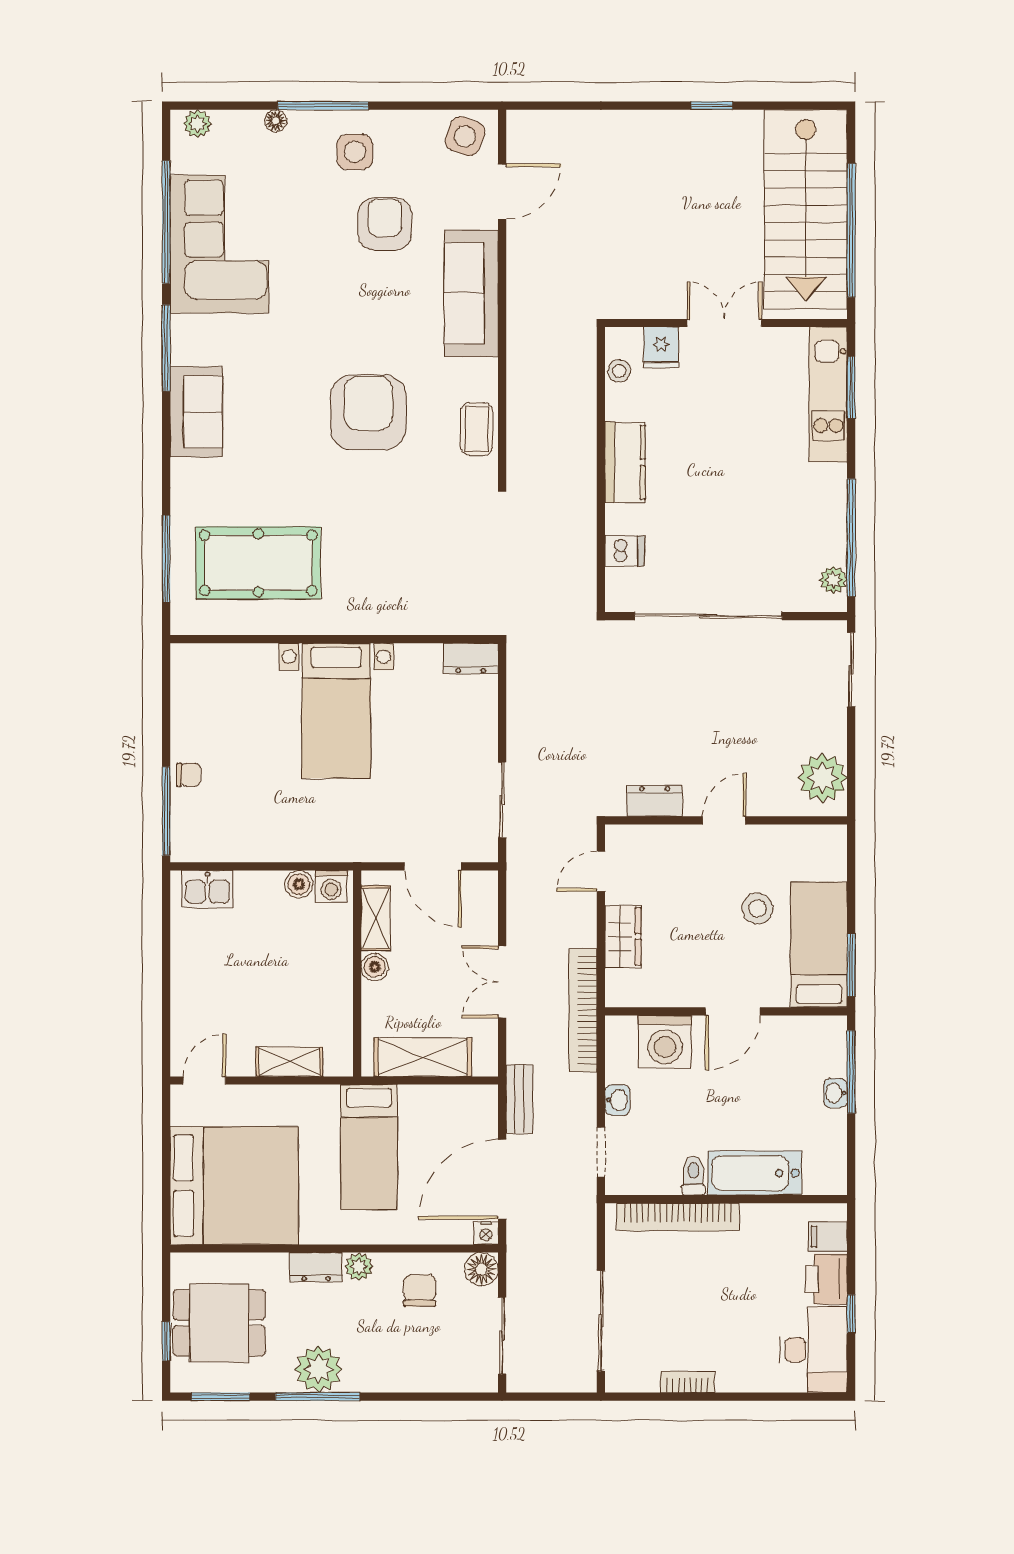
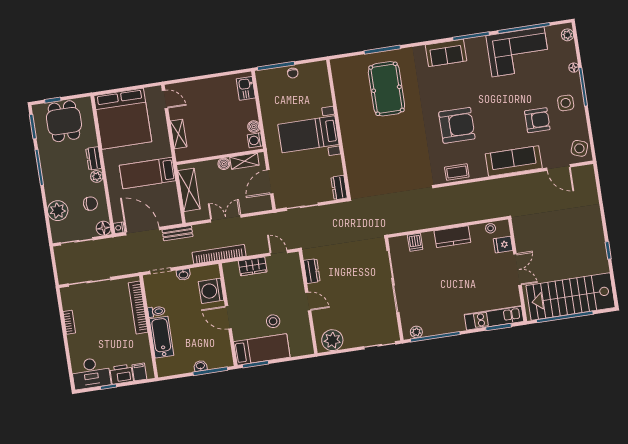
wall: (334, 639) -> (338, 129), moved
dresser: (471, 659) -> (339, 188), moved
bed with nightstands: (336, 711) -> (308, 134), moved
plant: (318, 1369) -> (58, 211), moved

